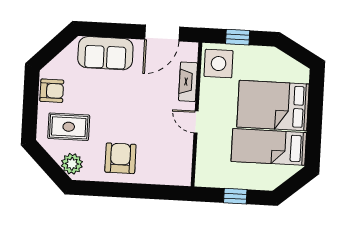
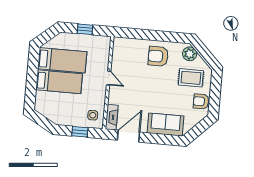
side table: (219, 64) -> (93, 115), width x0.54, depth x0.54
fireplace: (188, 82) -> (112, 117), moved
bed: (273, 106) -> (59, 82), width x0.67
armchair: (120, 158) -> (158, 56), turned 90

